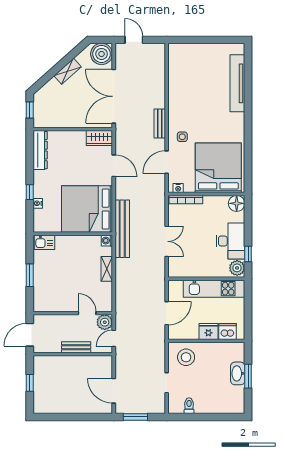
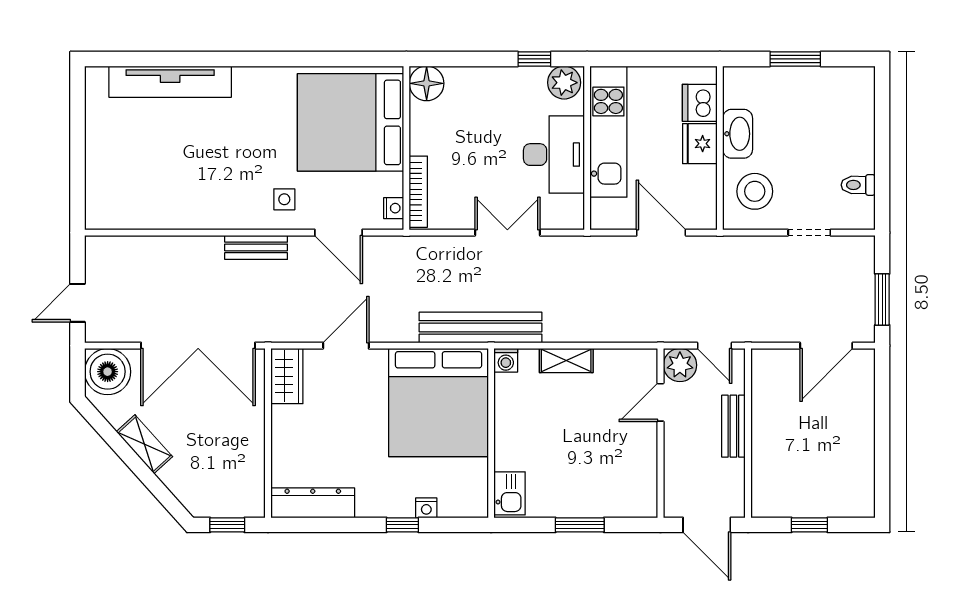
desk: (230, 241) -> (554, 155), moved, turned 90
washbasin: (238, 373) -> (738, 134), moved, turned -90

